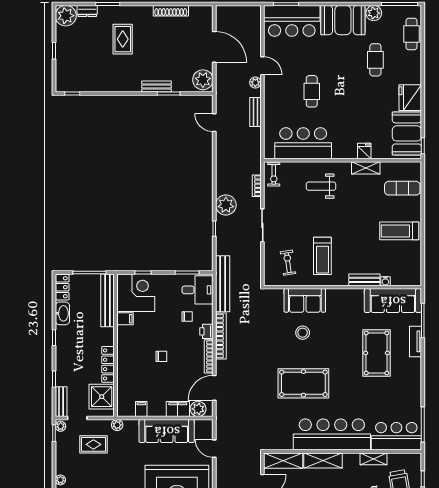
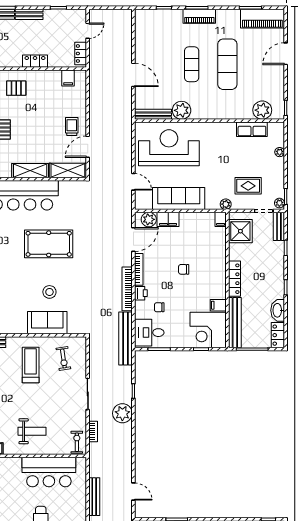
bench: (255, 112) -> (94, 497), width x1.36
locker: (108, 364) -> (234, 279), moved
filing cabinet: (141, 409) -> (221, 219), moved

